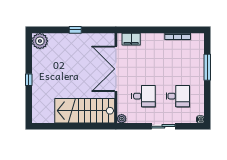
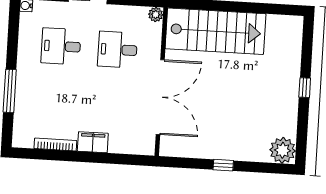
filing cabinet: (131, 39) -> (93, 142), moved

